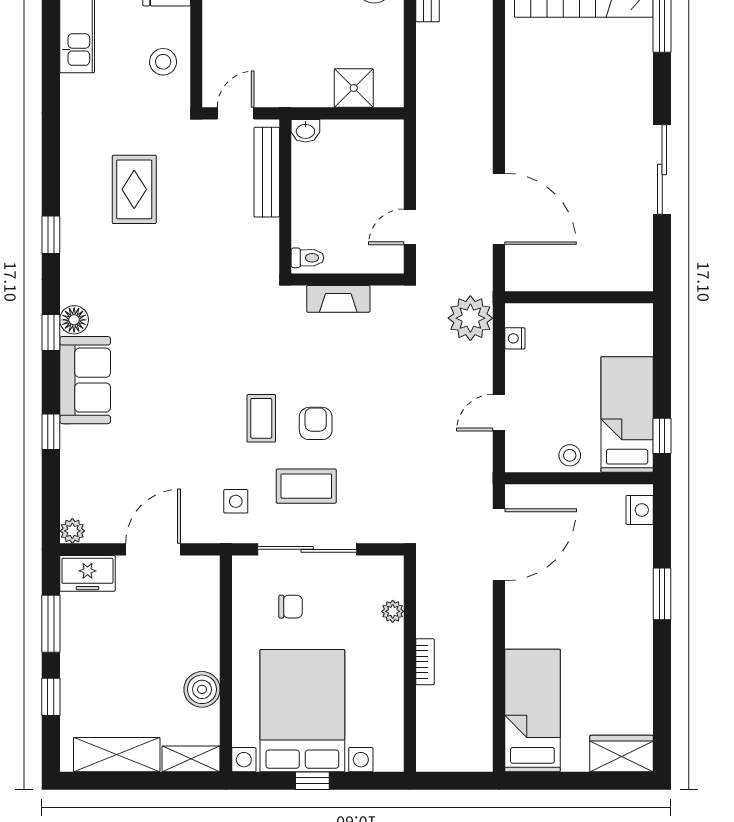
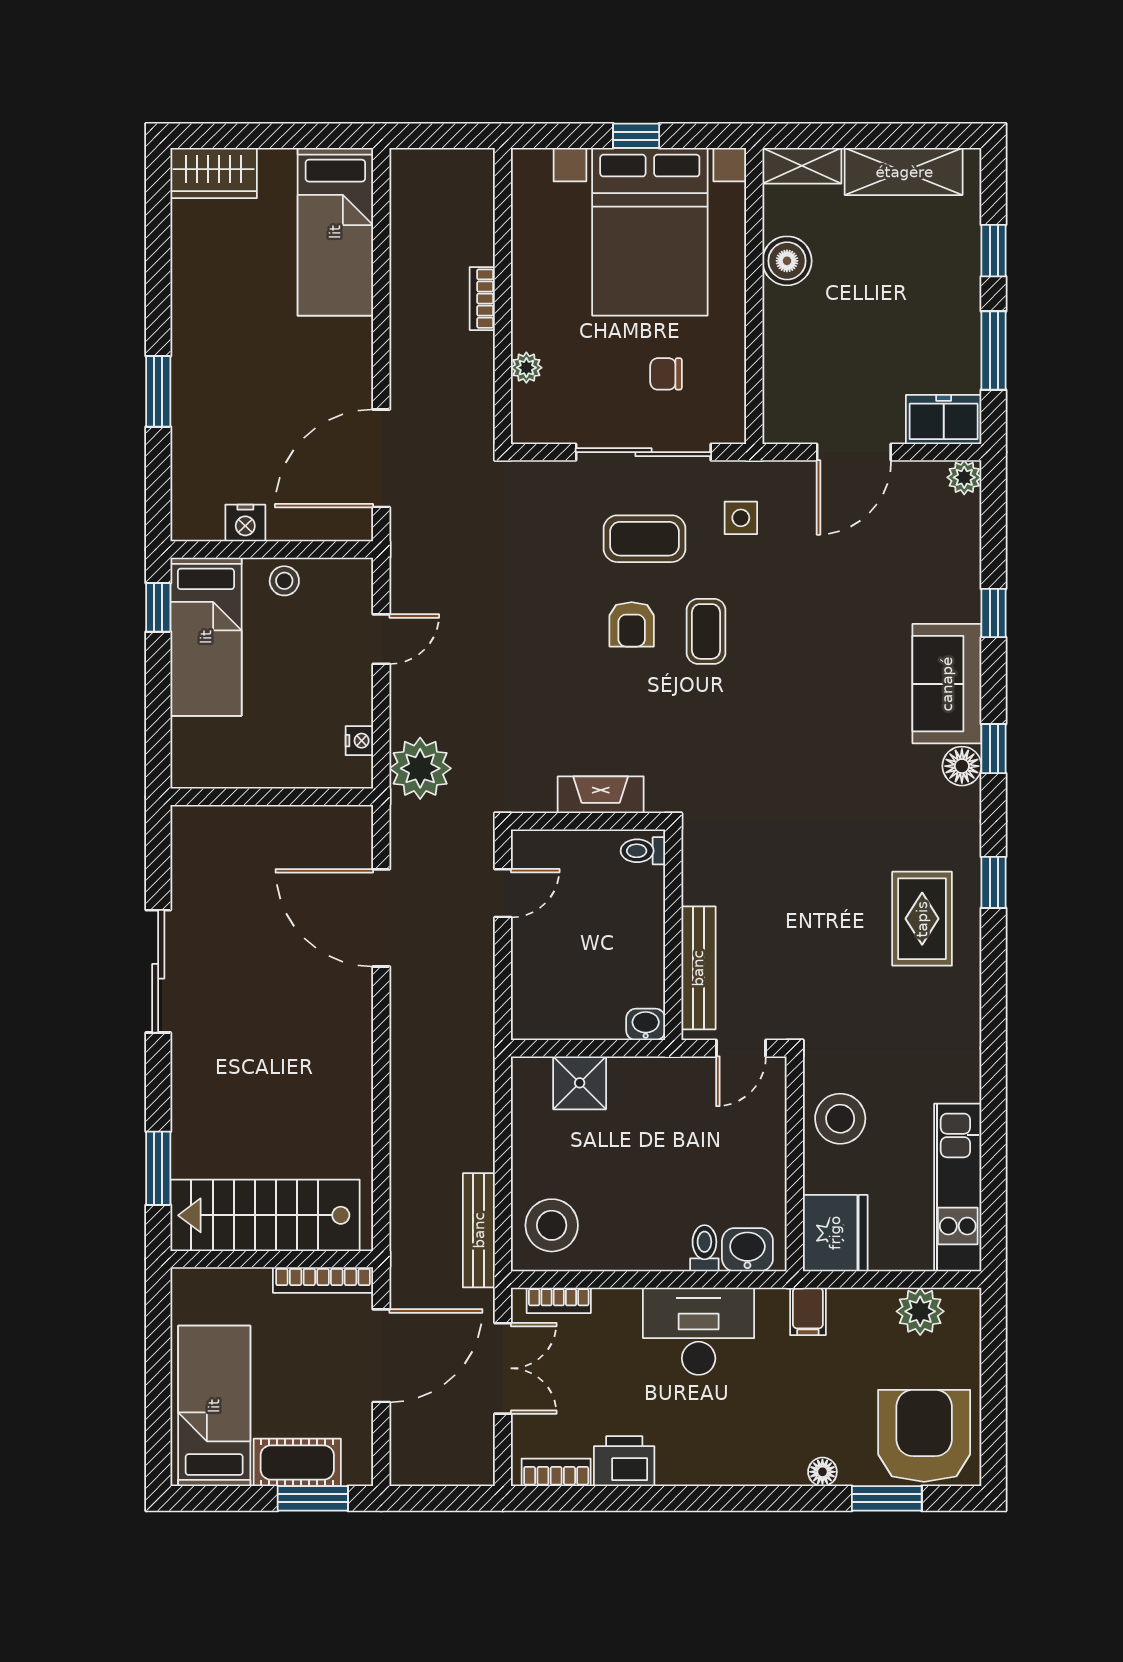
stool: (163, 62) -> (840, 1119), width x1.38, depth x1.38
rug: (134, 189) -> (922, 919), moved
nightstand: (640, 510) -> (245, 523), moved, turned -90

